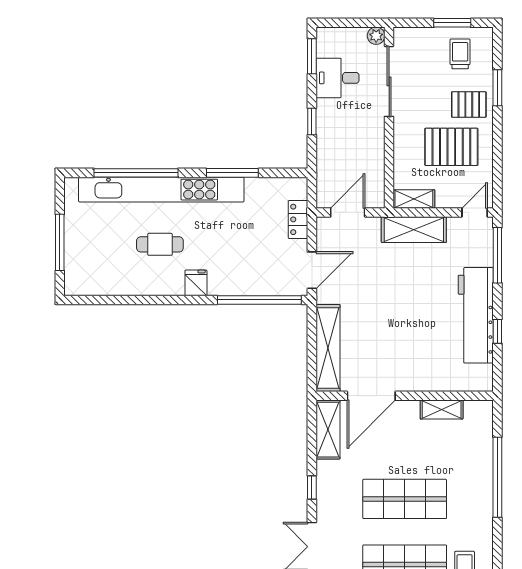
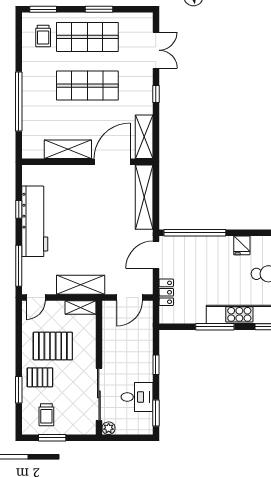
shelving: (442, 410) -> (68, 149), width x1.50, depth x1.33

